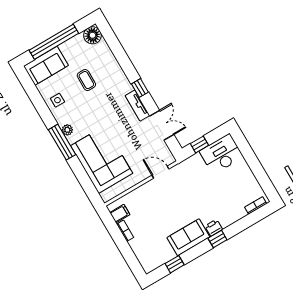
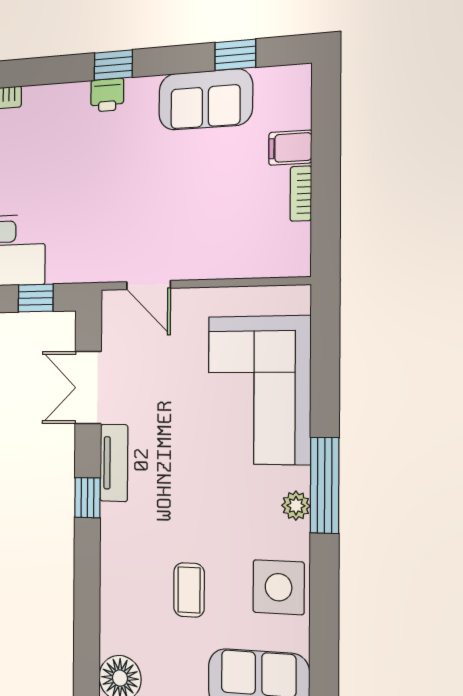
side table: (57, 100) -> (279, 587), width x1.87, depth x1.87
filing cabinet: (120, 214) -> (290, 148), moved
sofa: (188, 237) -> (205, 99), moved

